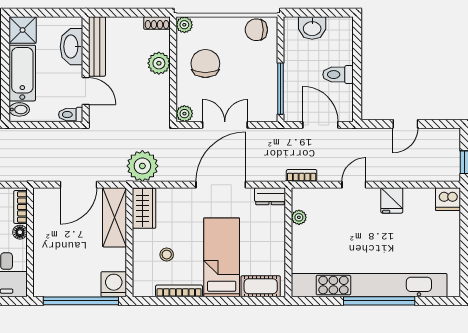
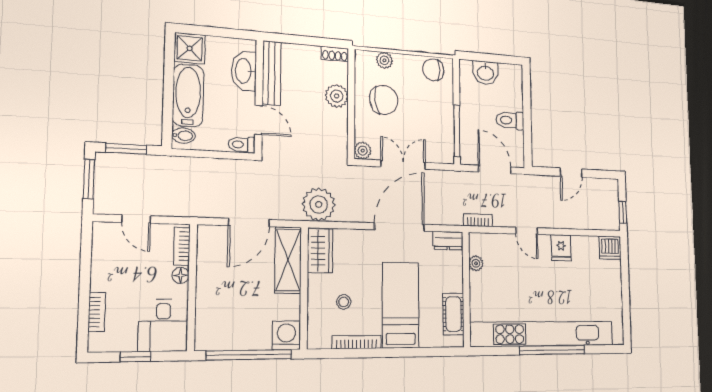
plant: (184, 25) -> (384, 60), moved
chair: (205, 64) -> (384, 100), turned 82
door: (354, 185) -> (527, 231), swing flipped
cot: (261, 286) -> (453, 314), moved, turned 90

